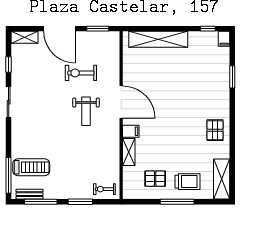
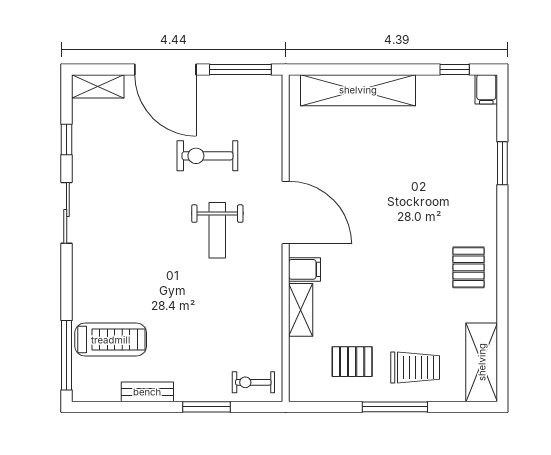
window: (98, 29) -> (240, 69), width x1.44
bench: (30, 194) -> (147, 392), moved
window: (41, 202) -> (129, 407), removed

